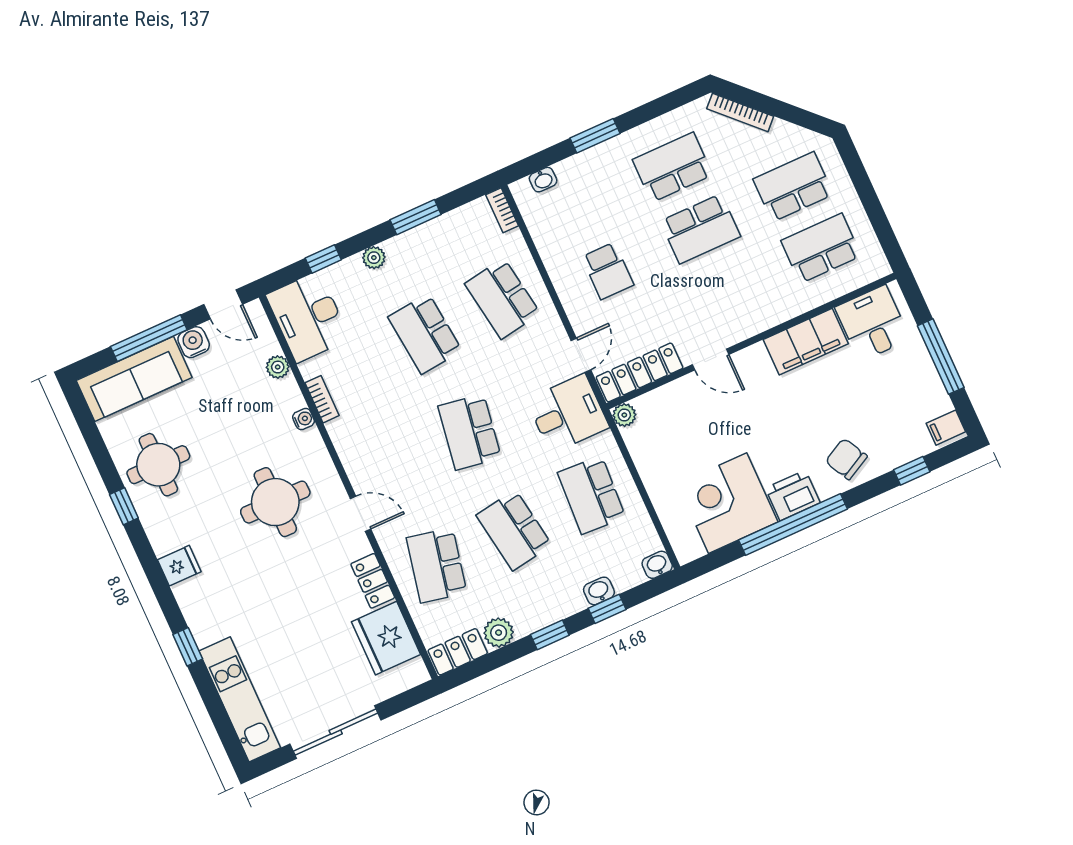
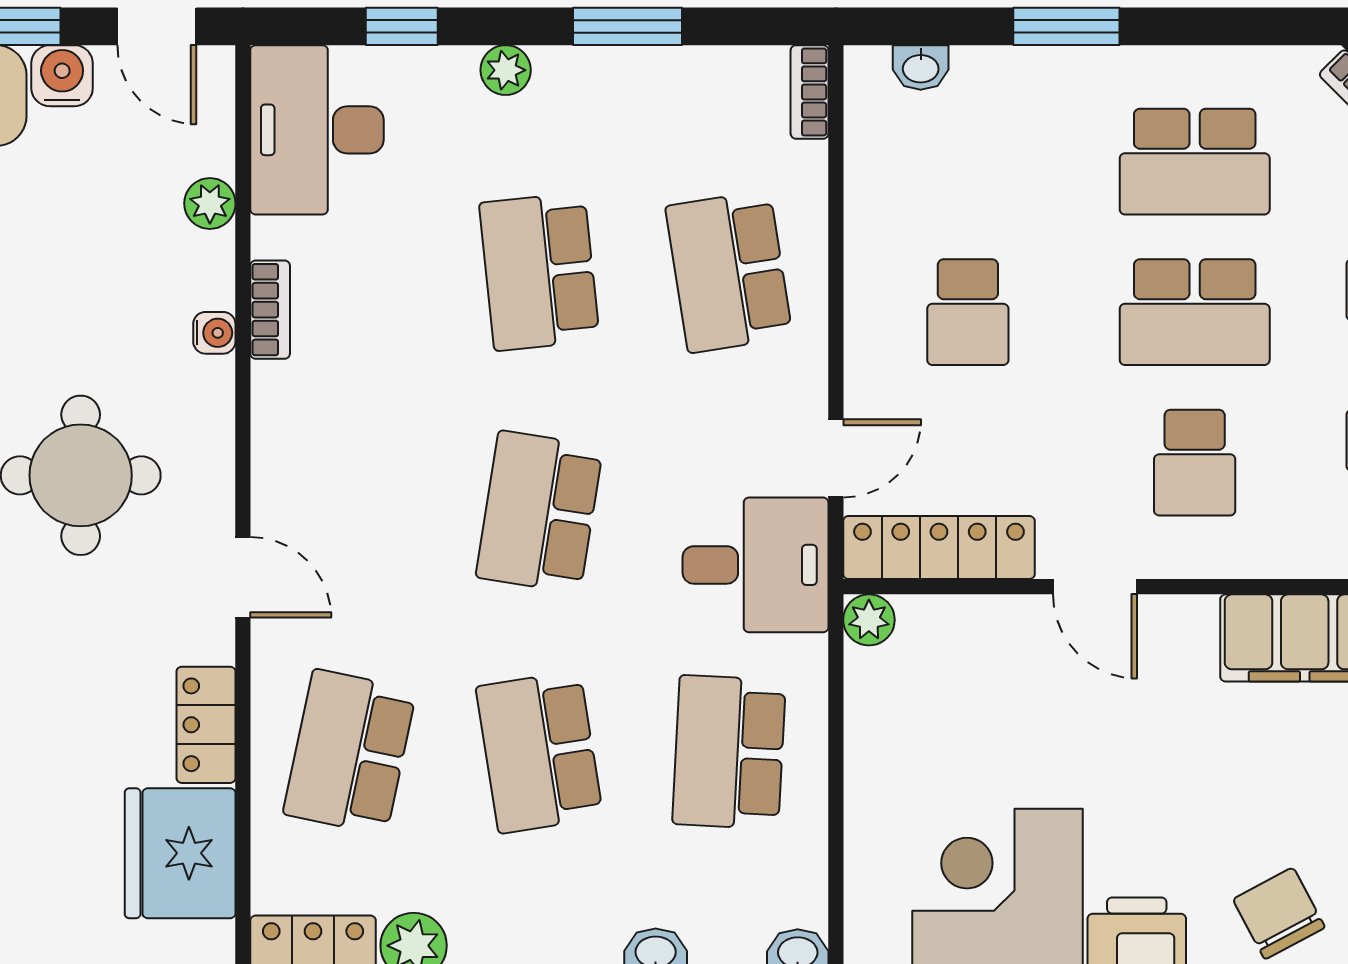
school desk: (672, 167) -> (1195, 162), turned 180
school desk: (728, 290) -> (1195, 463), added

